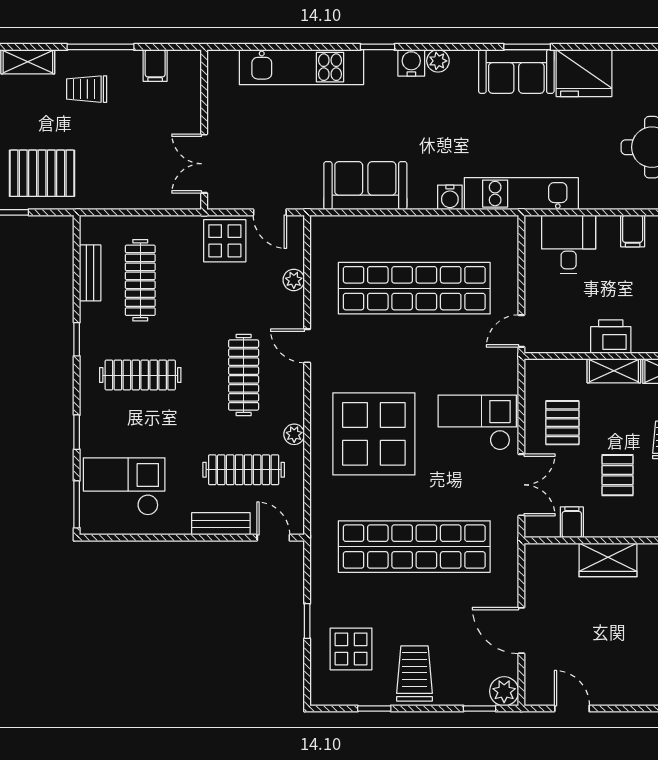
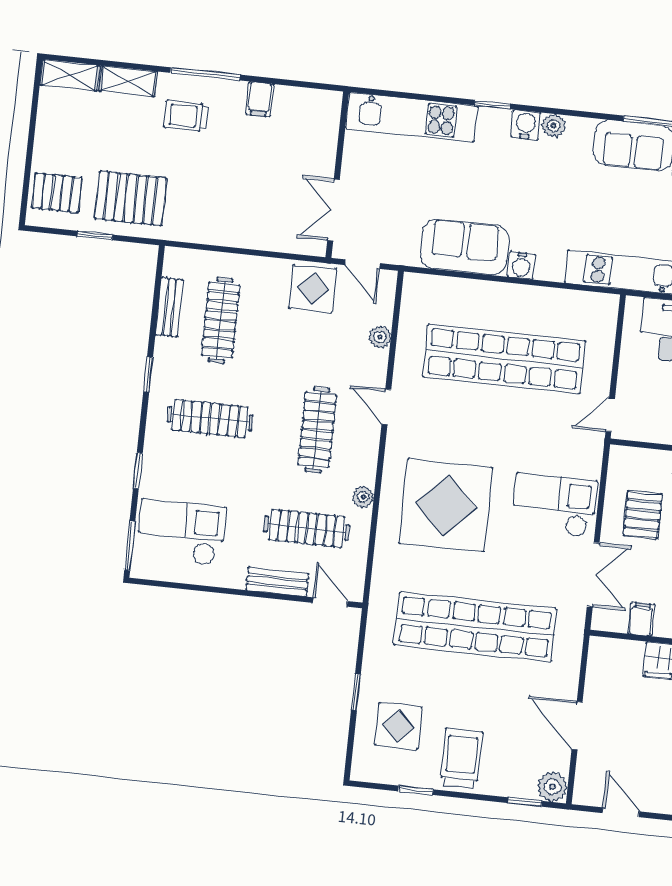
wall: (204, 130) -> (337, 175), moved
double door: (204, 164) -> (334, 210), moved
water cooler: (450, 197) -> (521, 265), moved

